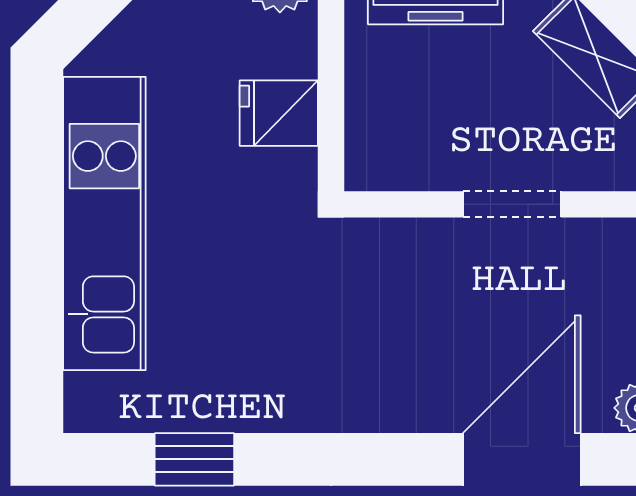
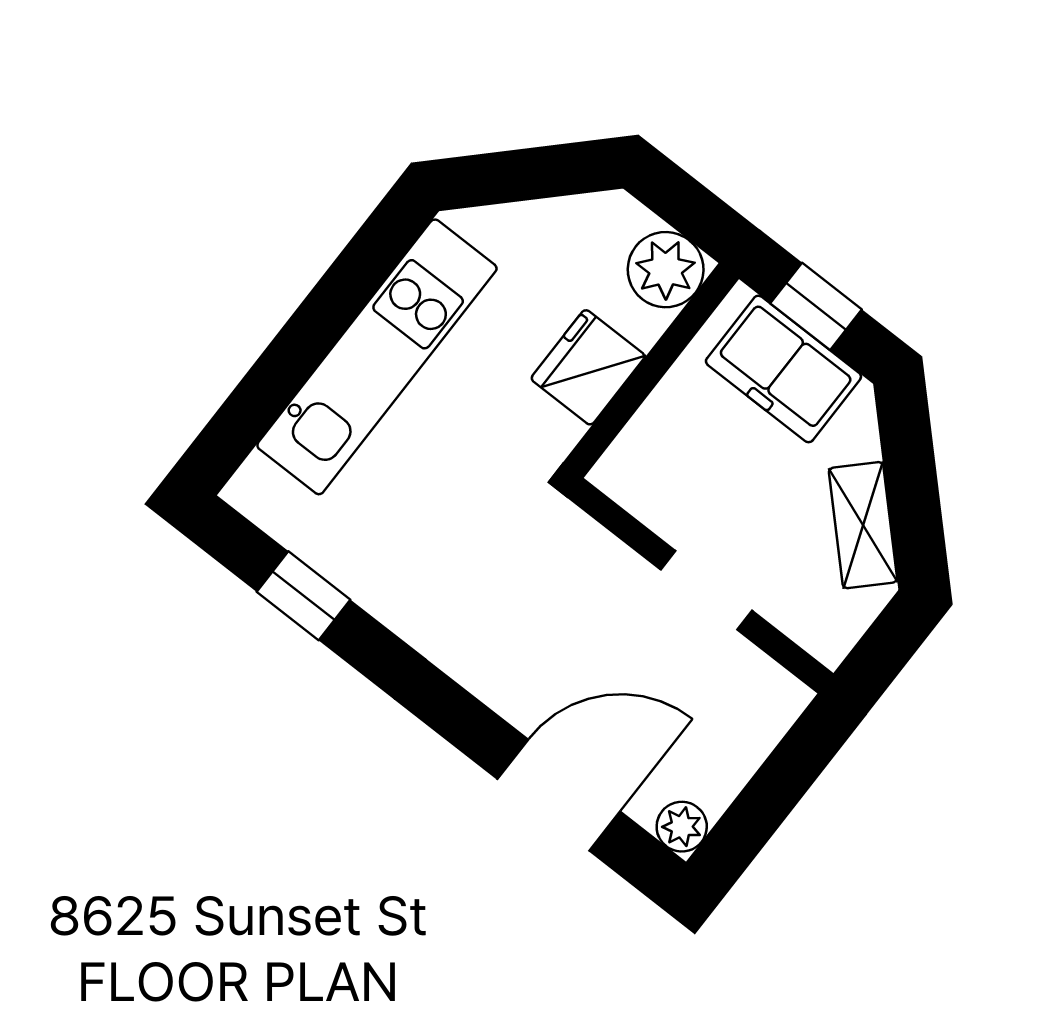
fridge: (279, 113) -> (588, 367), width x1.38

